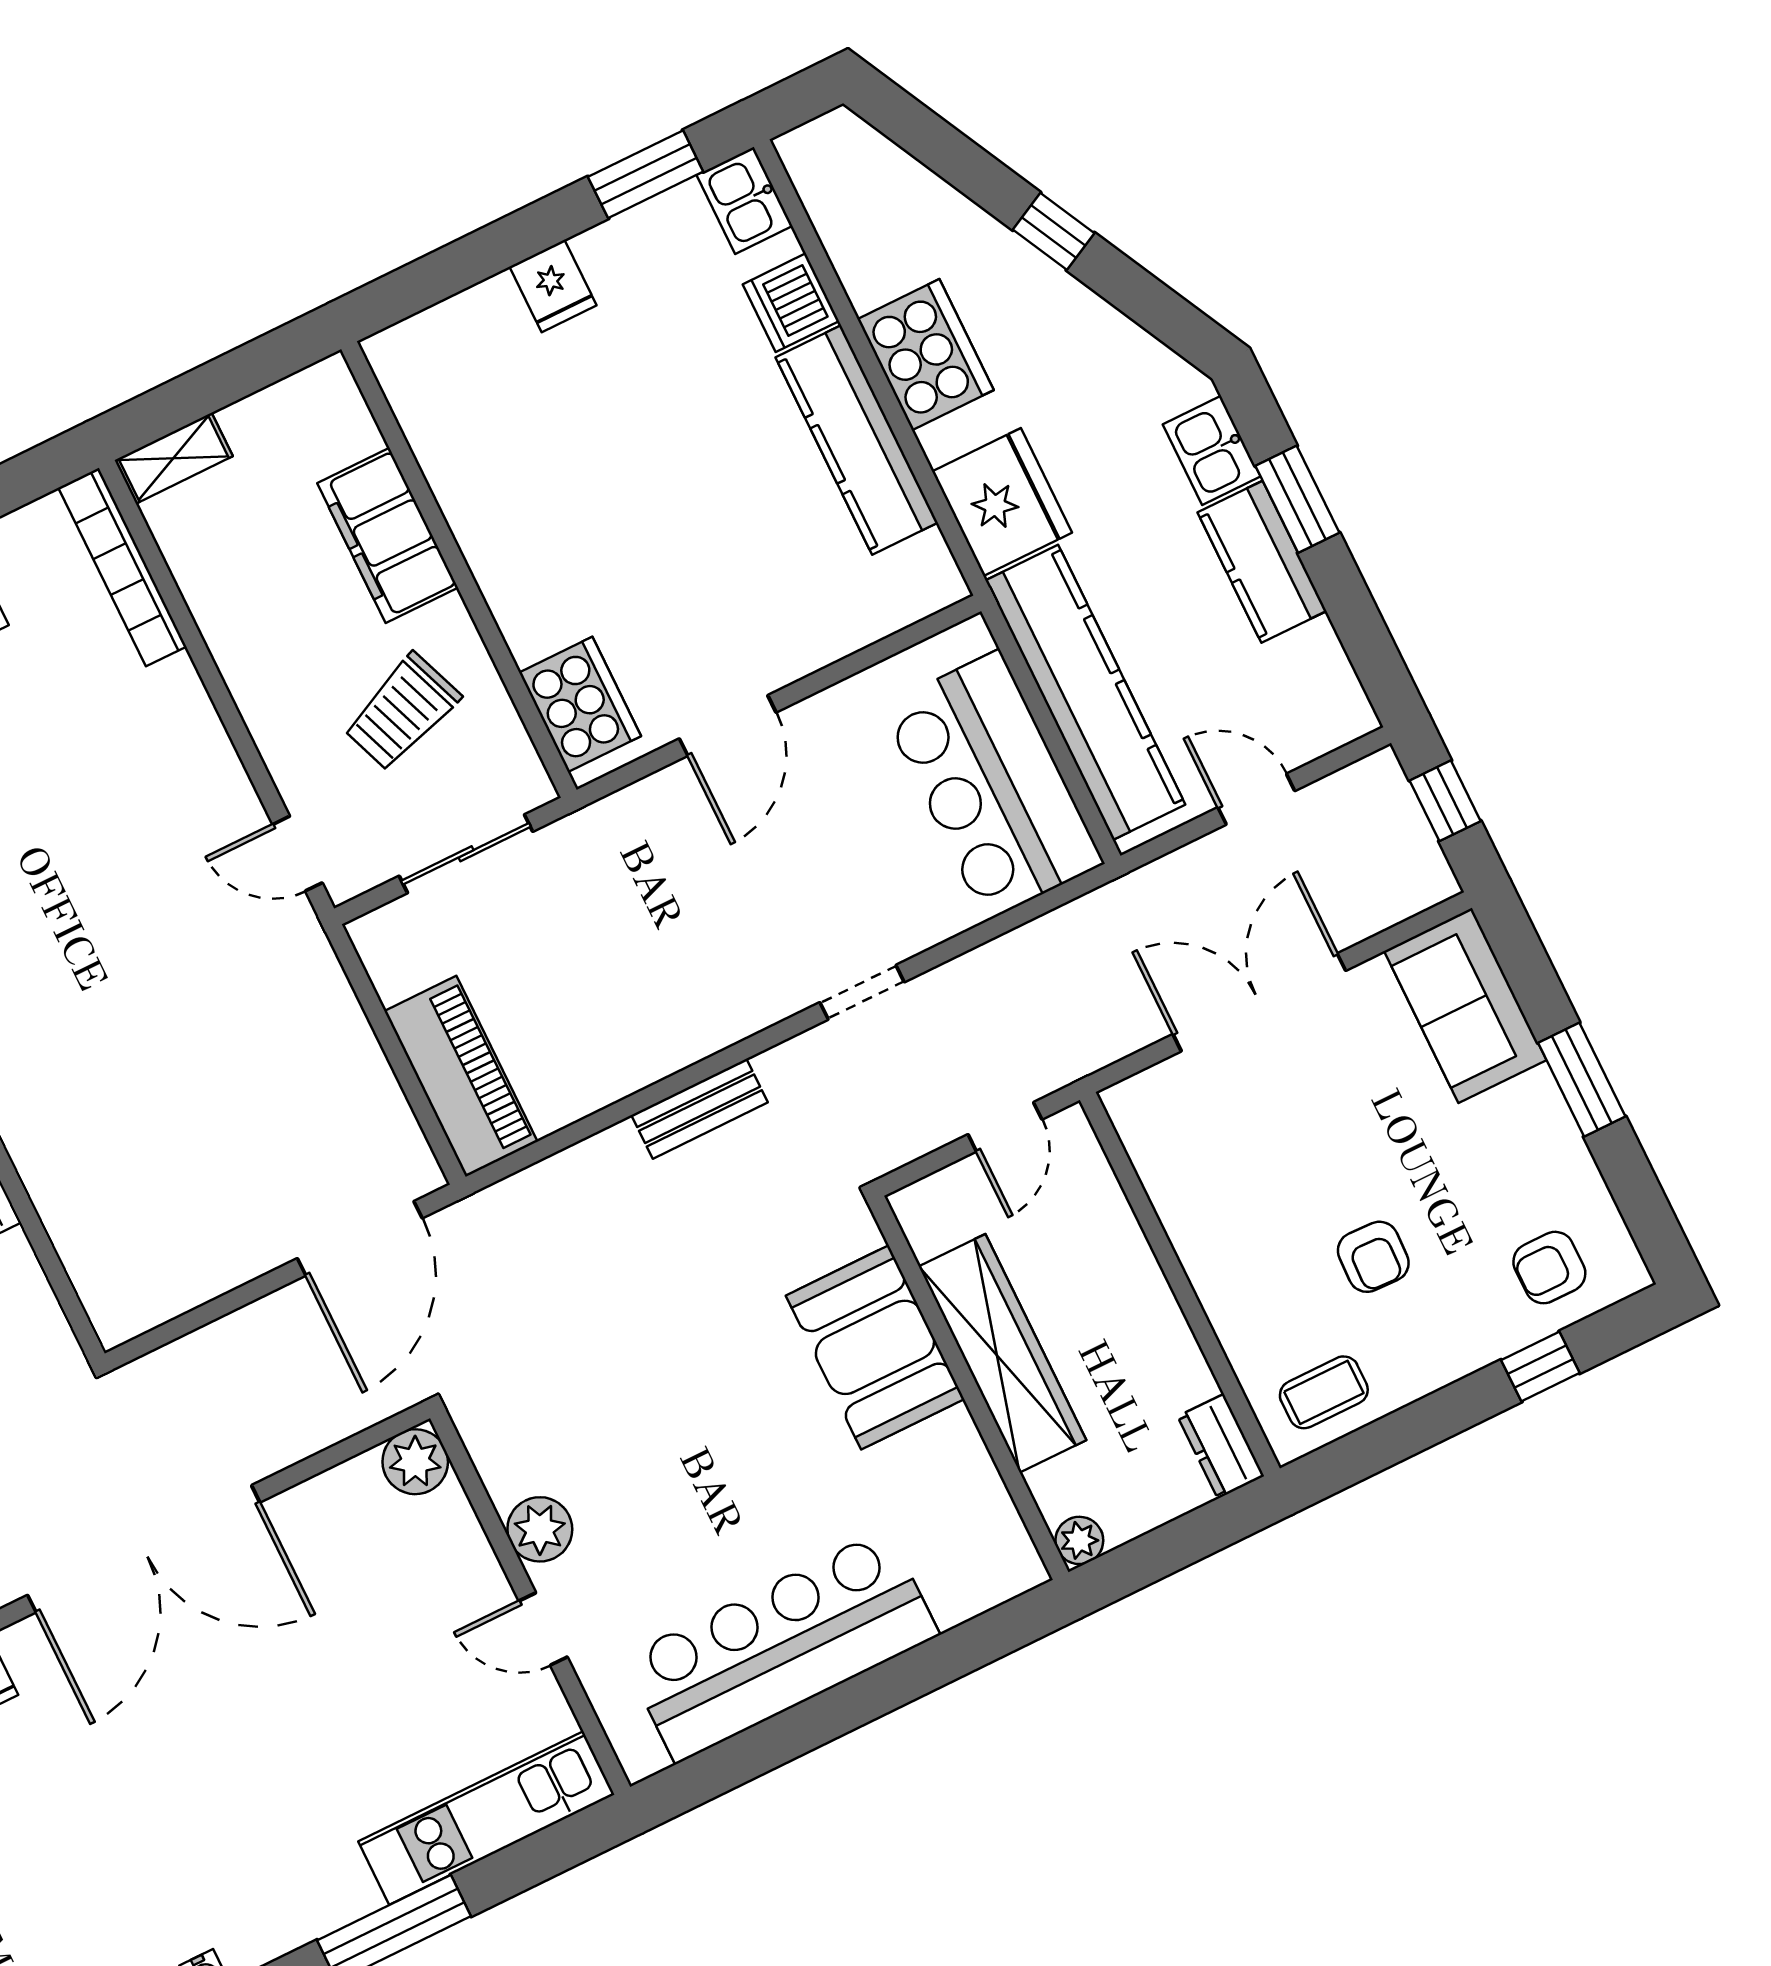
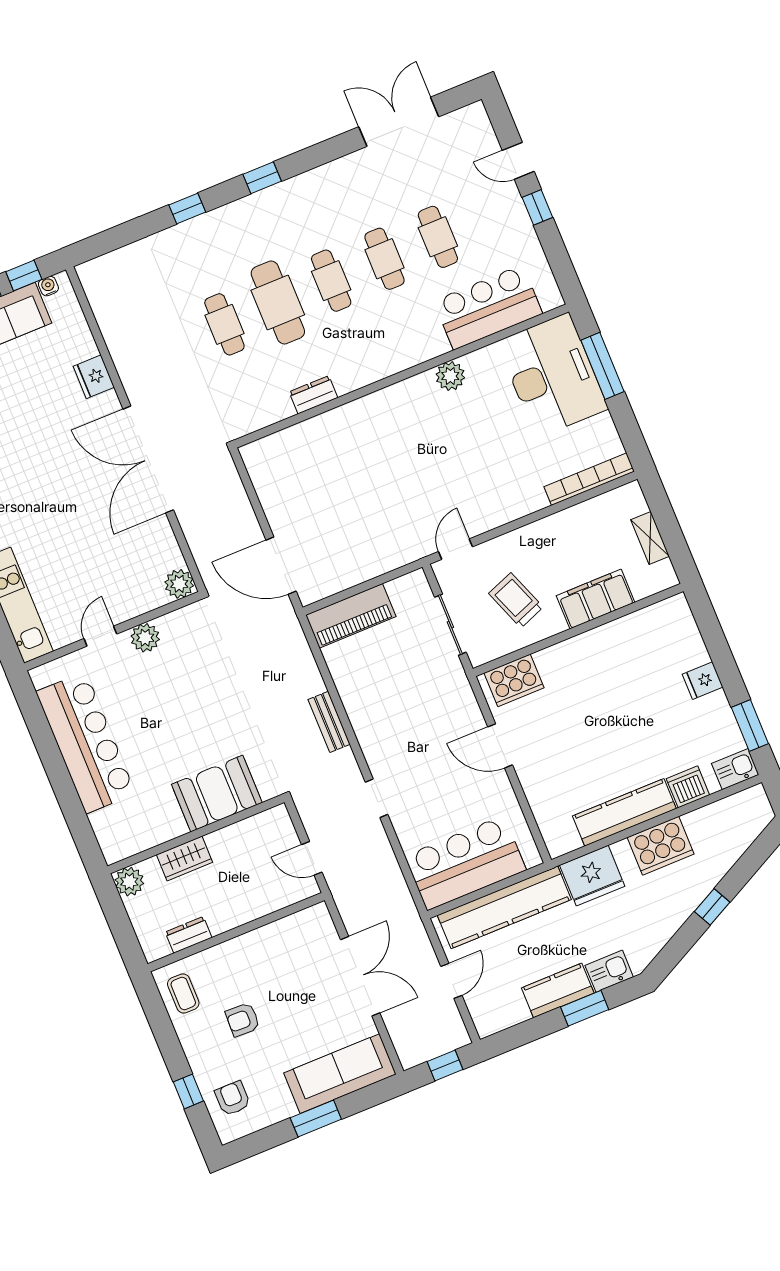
shelving: (174, 458) -> (650, 538), moved
sofa: (1465, 1005) -> (340, 1074), width x1.36
wardrobe: (1003, 1353) -> (184, 859), width x0.48, depth x0.85
dresser: (1221, 1446) -> (189, 935), moved
plant: (1079, 1540) -> (129, 882), width x1.38, depth x1.38

